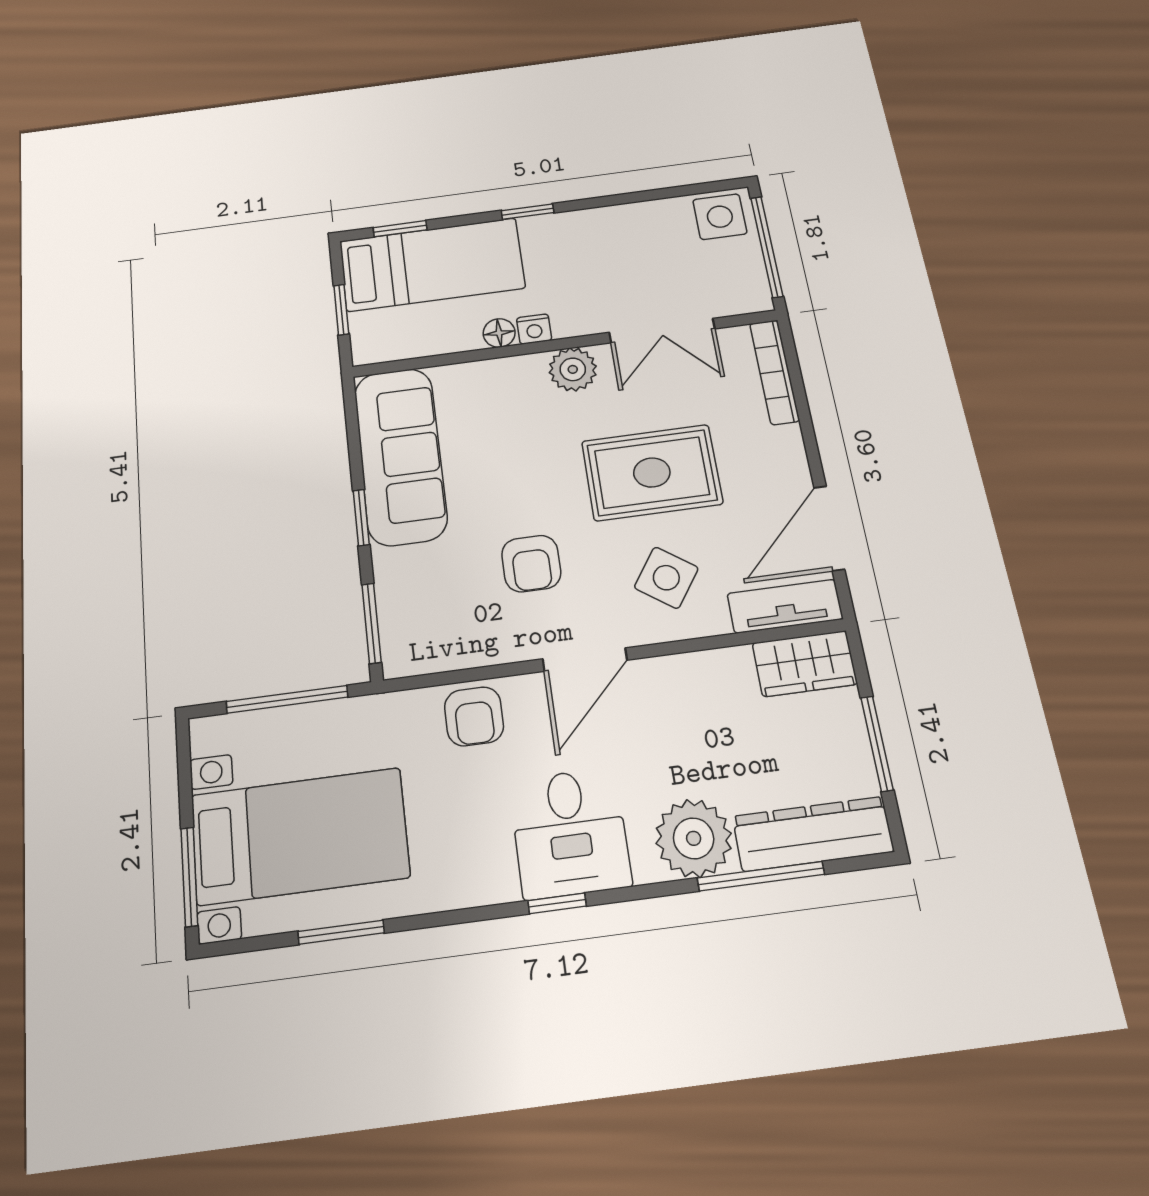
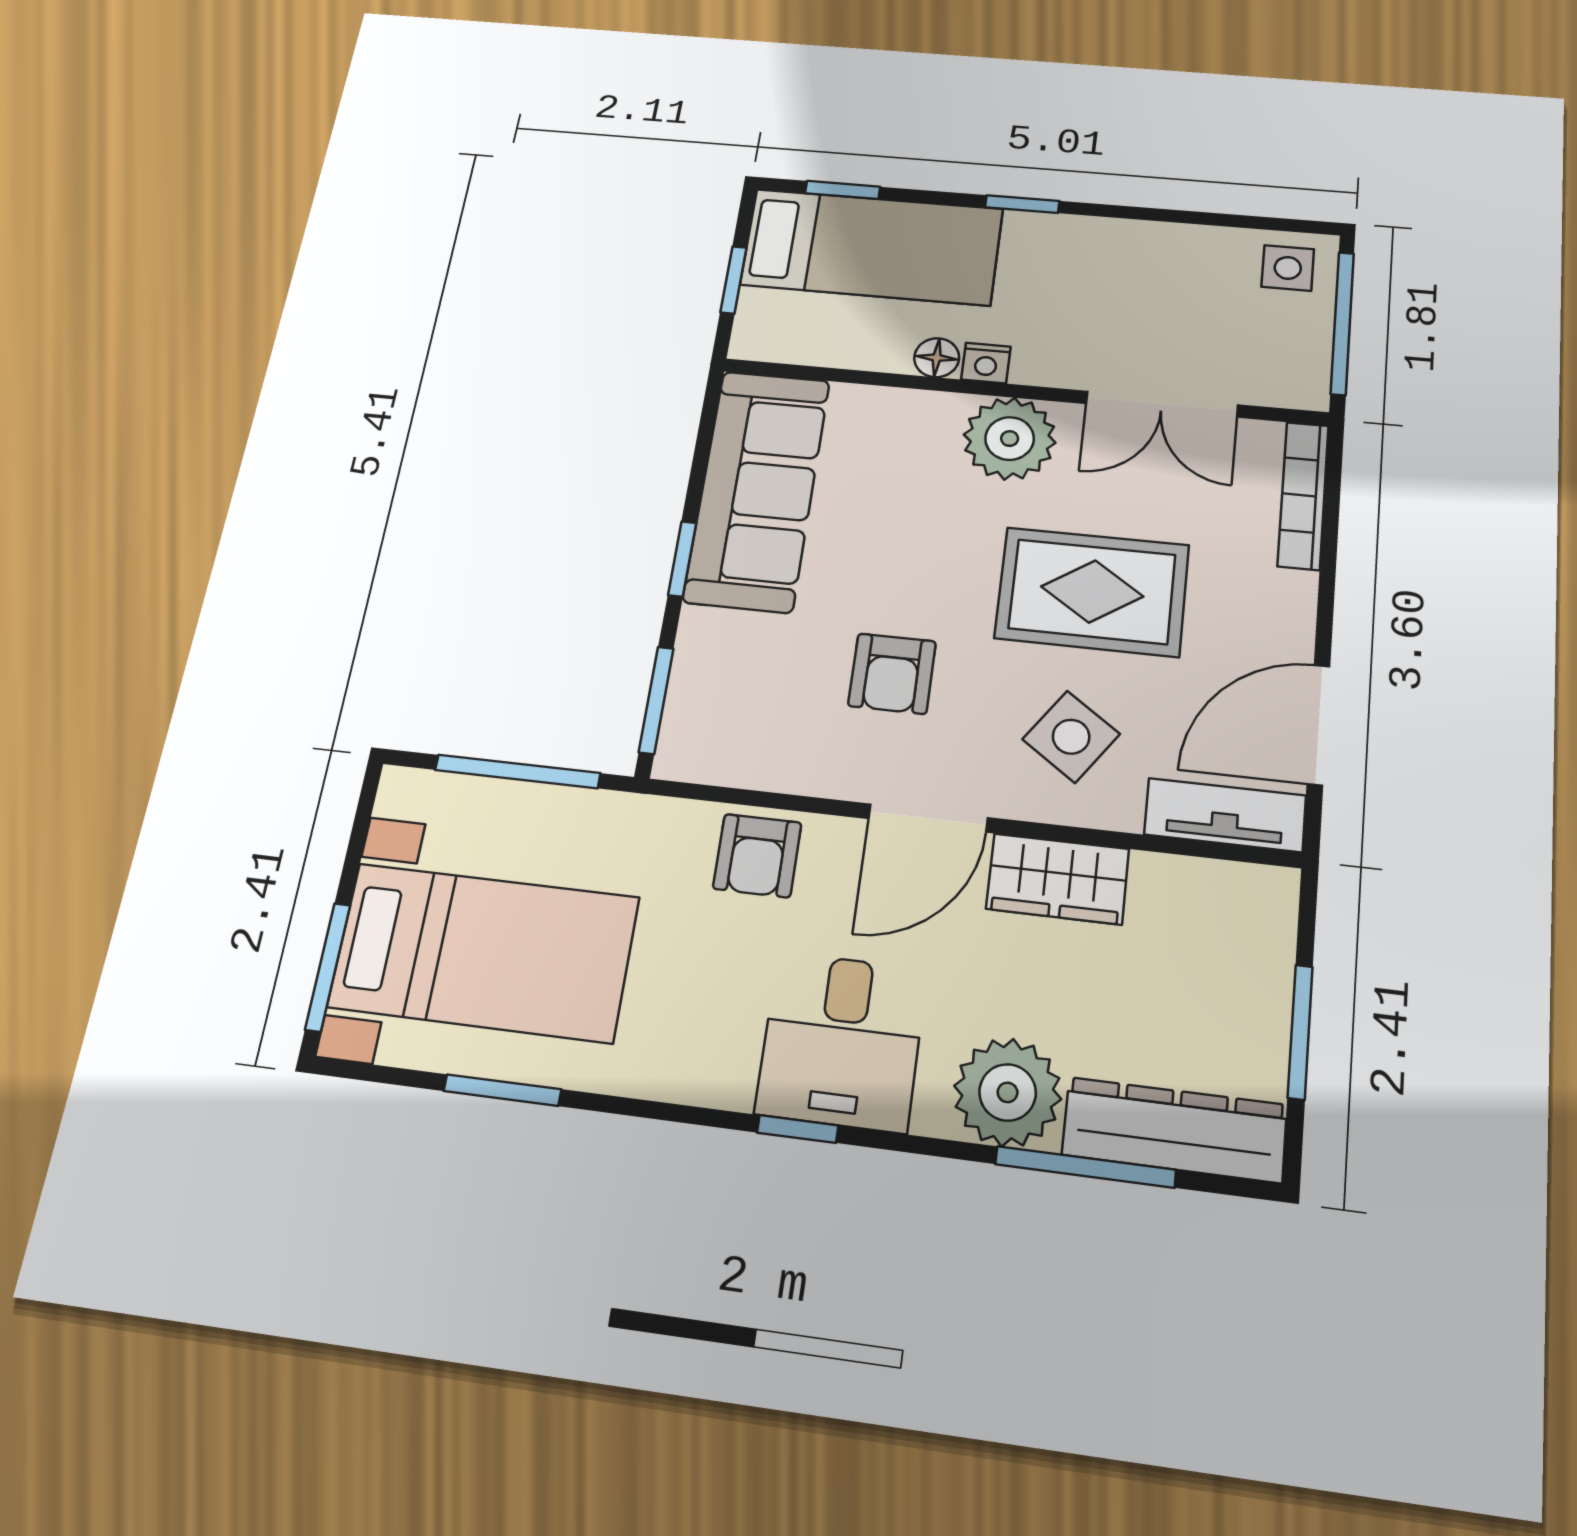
side table: (720, 217) -> (1288, 268), width x0.73, depth x0.73
plant: (573, 369) -> (1010, 439), width x1.36, depth x1.36
wardrobe: (805, 664) -> (1058, 879), moved

